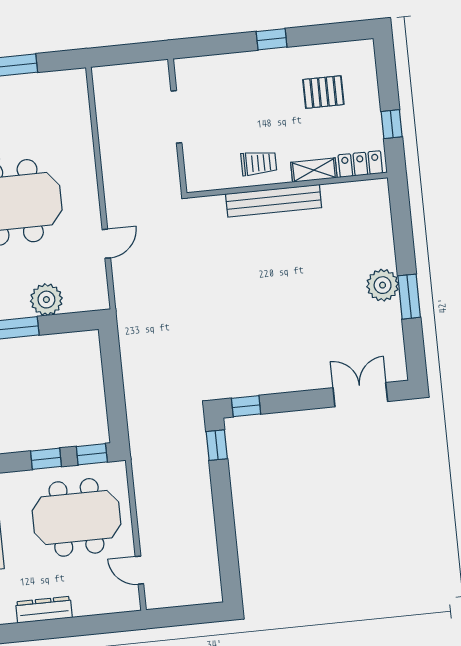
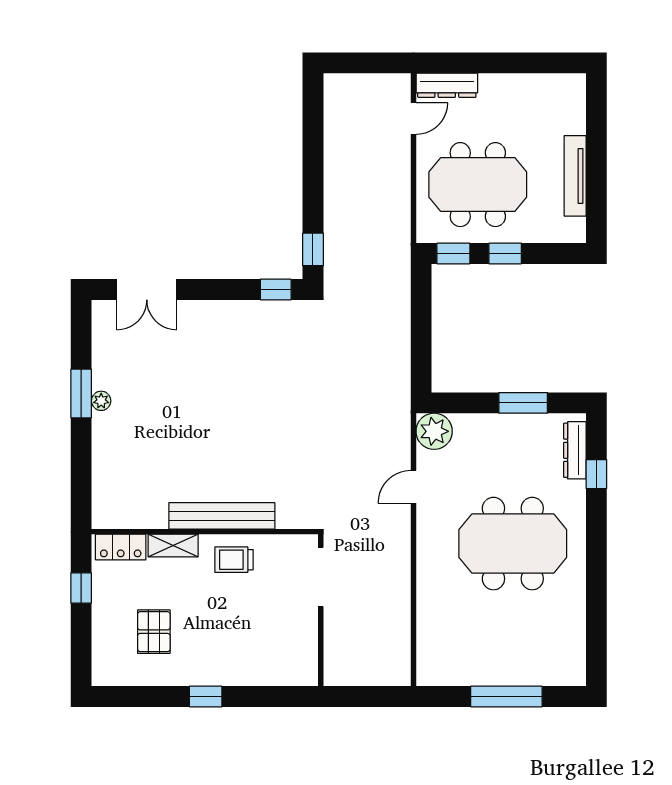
pallet: (323, 92) -> (154, 632), turned 90
doorway: (176, 117) -> (321, 577), moved
plant: (383, 285) -> (101, 401), width x0.53, depth x0.53
plant: (46, 300) -> (434, 431), moved
door: (139, 570) -> (413, 119), hinge flipped
dresser: (44, 610) -> (447, 85), moved

